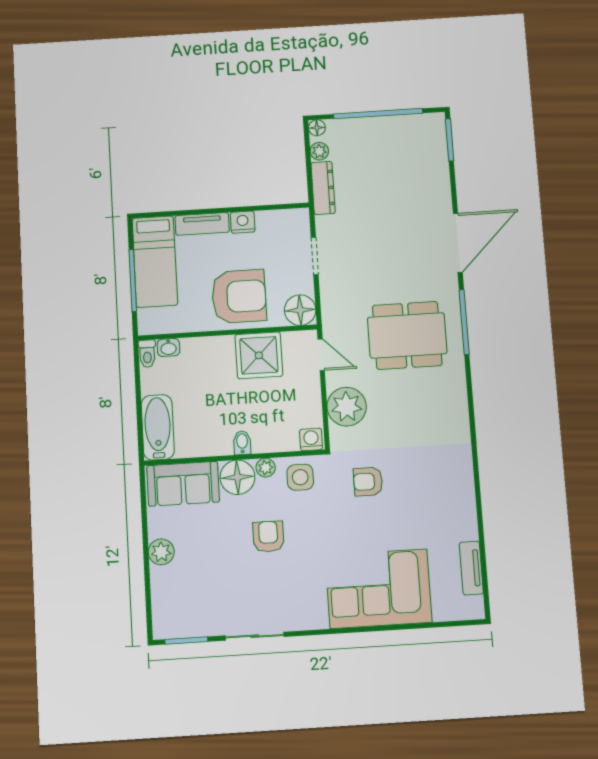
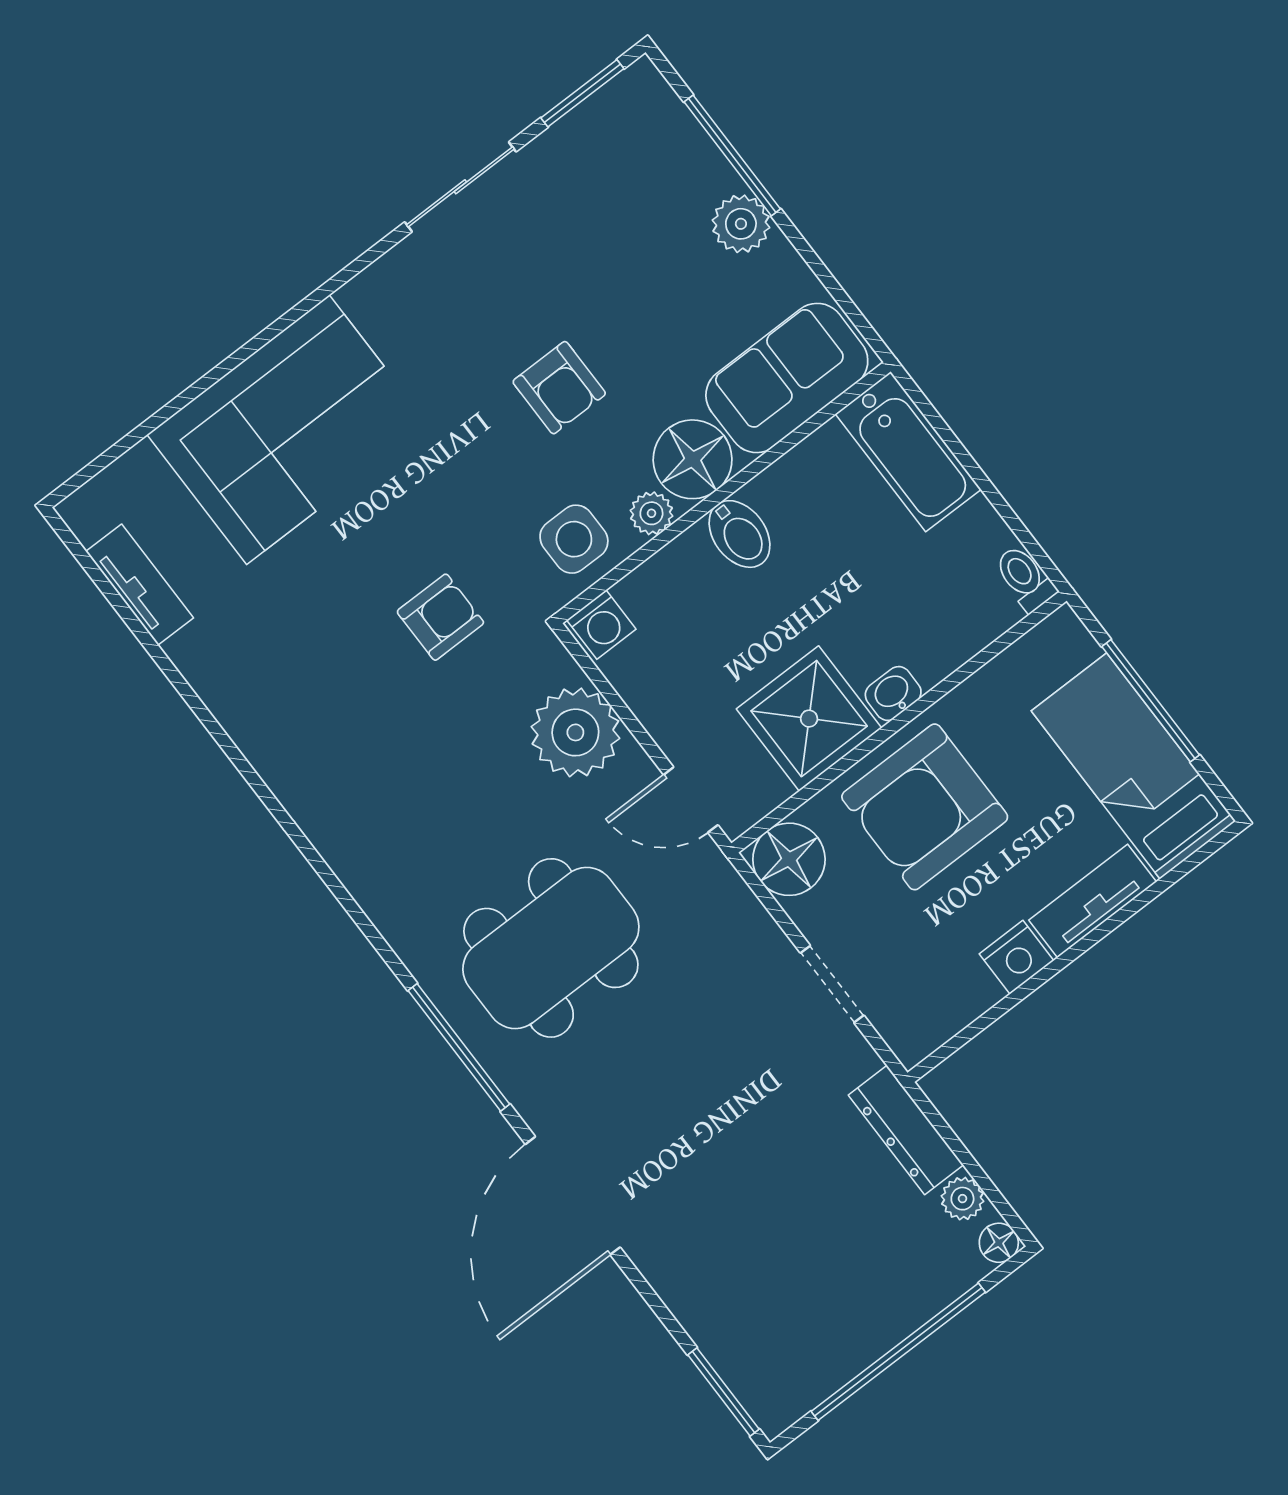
washbasin: (168, 348) -> (893, 694), moved
bidet: (242, 443) -> (739, 534), width x1.38, depth x1.36
window: (147, 579) -> (732, 155), added

